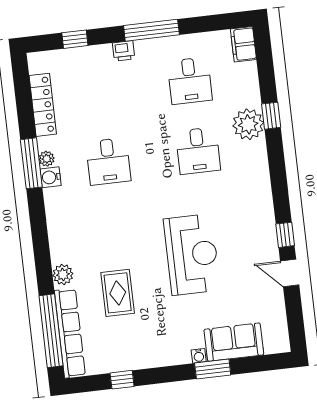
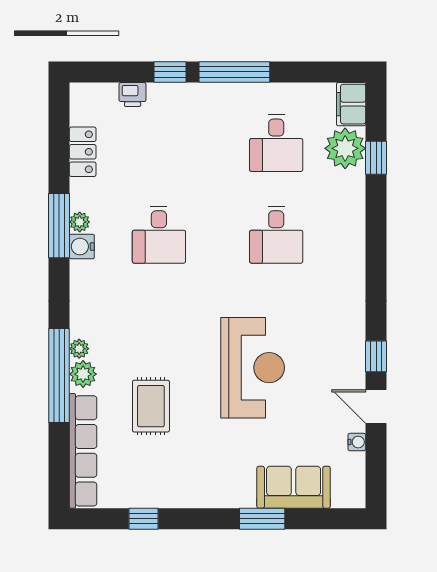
window: (75, 39) -> (170, 72), moved
printer: (124, 51) -> (133, 94), moved
locker: (43, 105) -> (83, 152), width x0.66
window: (271, 116) -> (376, 158), moved
plant: (248, 124) -> (345, 148), moved
plant: (58, 256) -> (79, 349), added
window: (51, 331) -> (59, 375), moved
water cooler: (199, 356) -> (357, 442), moved, turned -90

